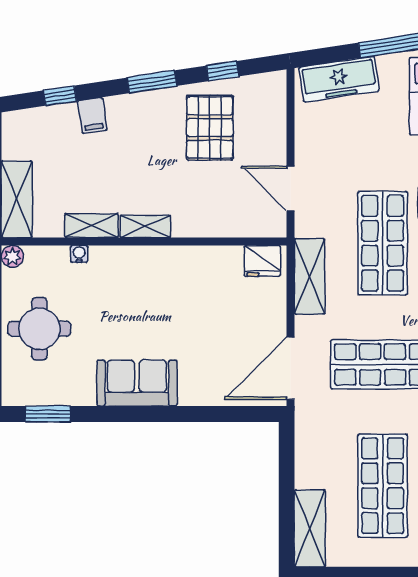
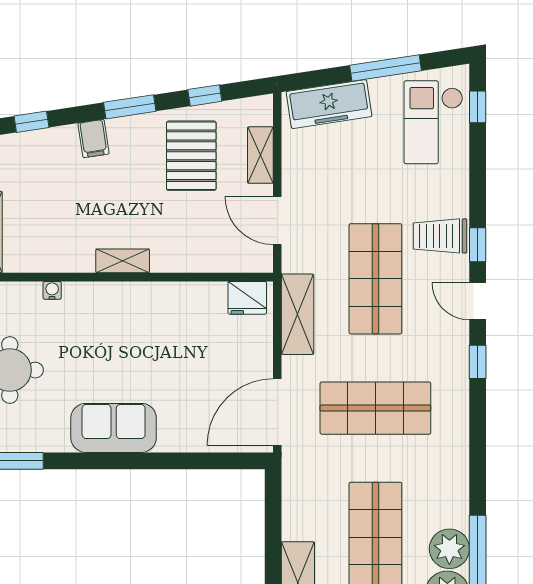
filing cabinet: (92, 115) -> (93, 139), moved
shelving: (91, 226) -> (260, 155), moved, turned 90

